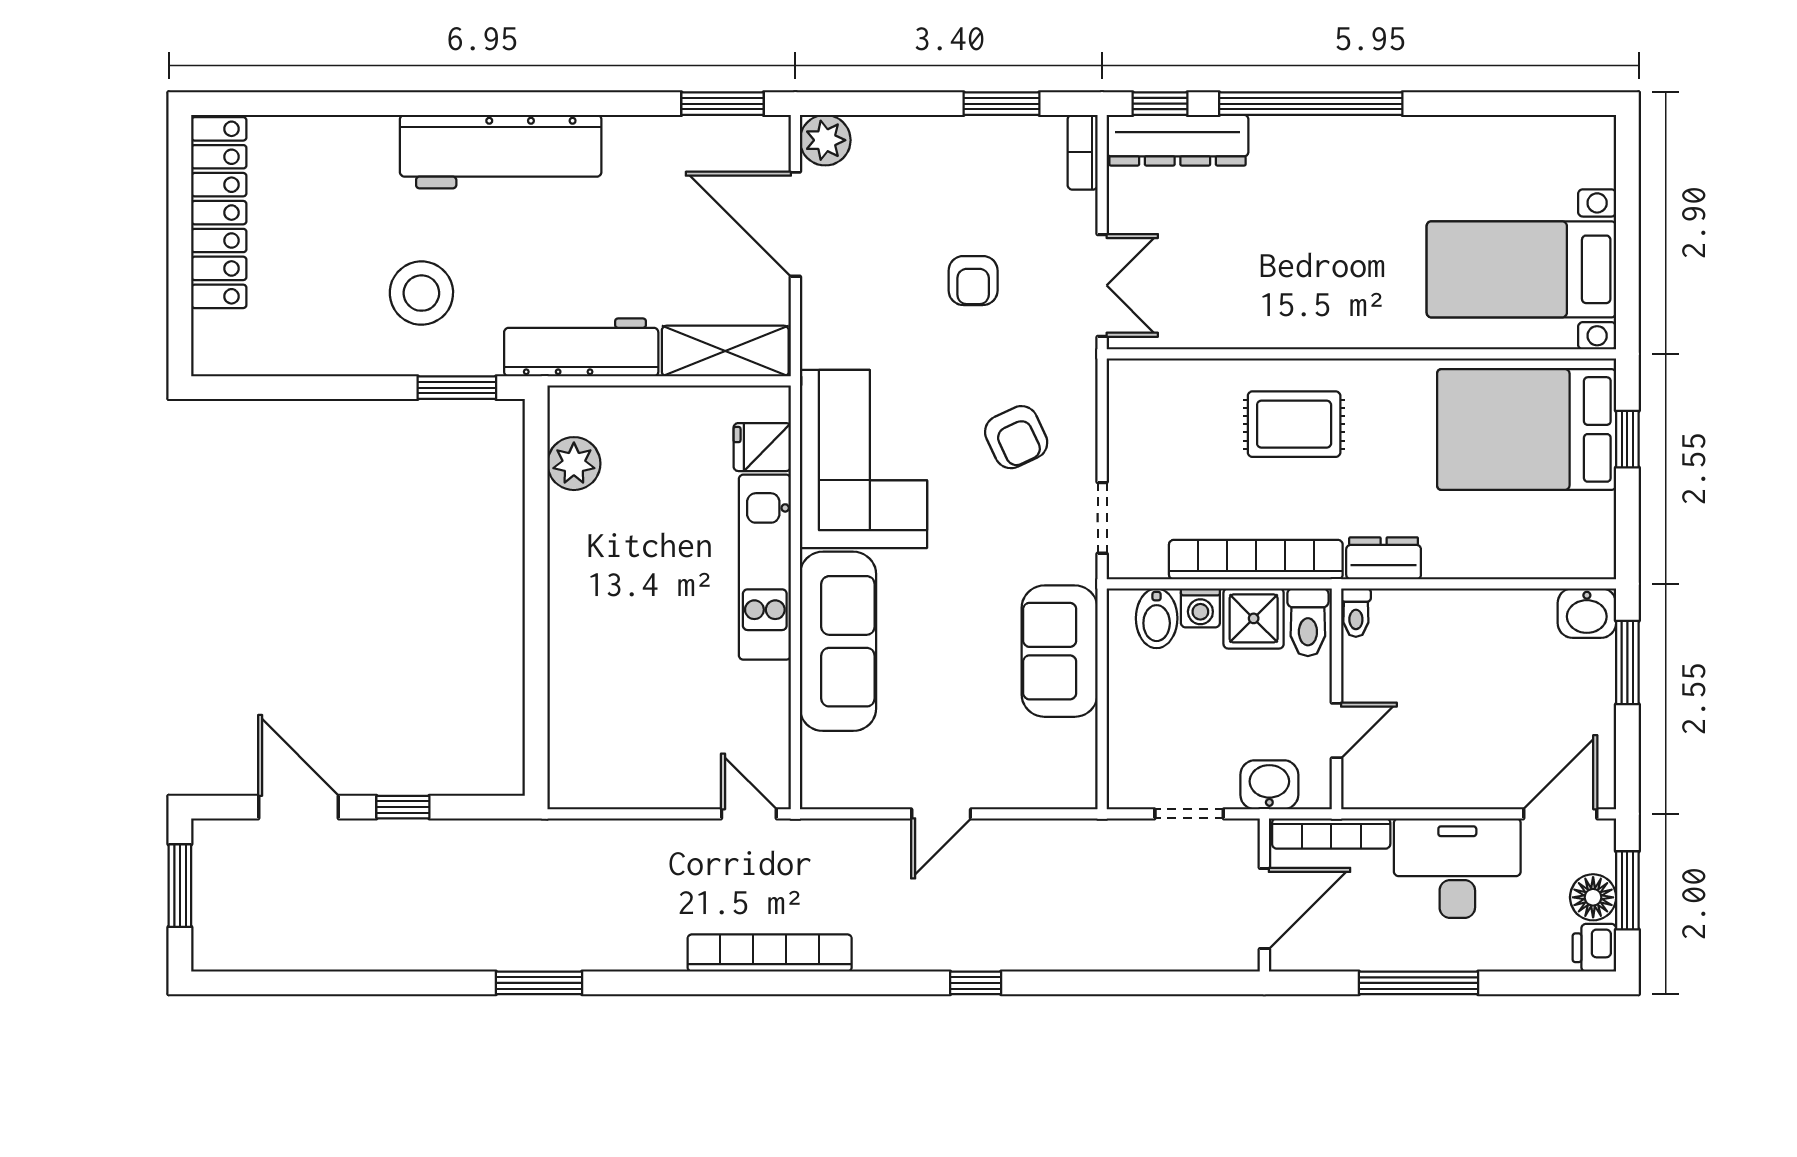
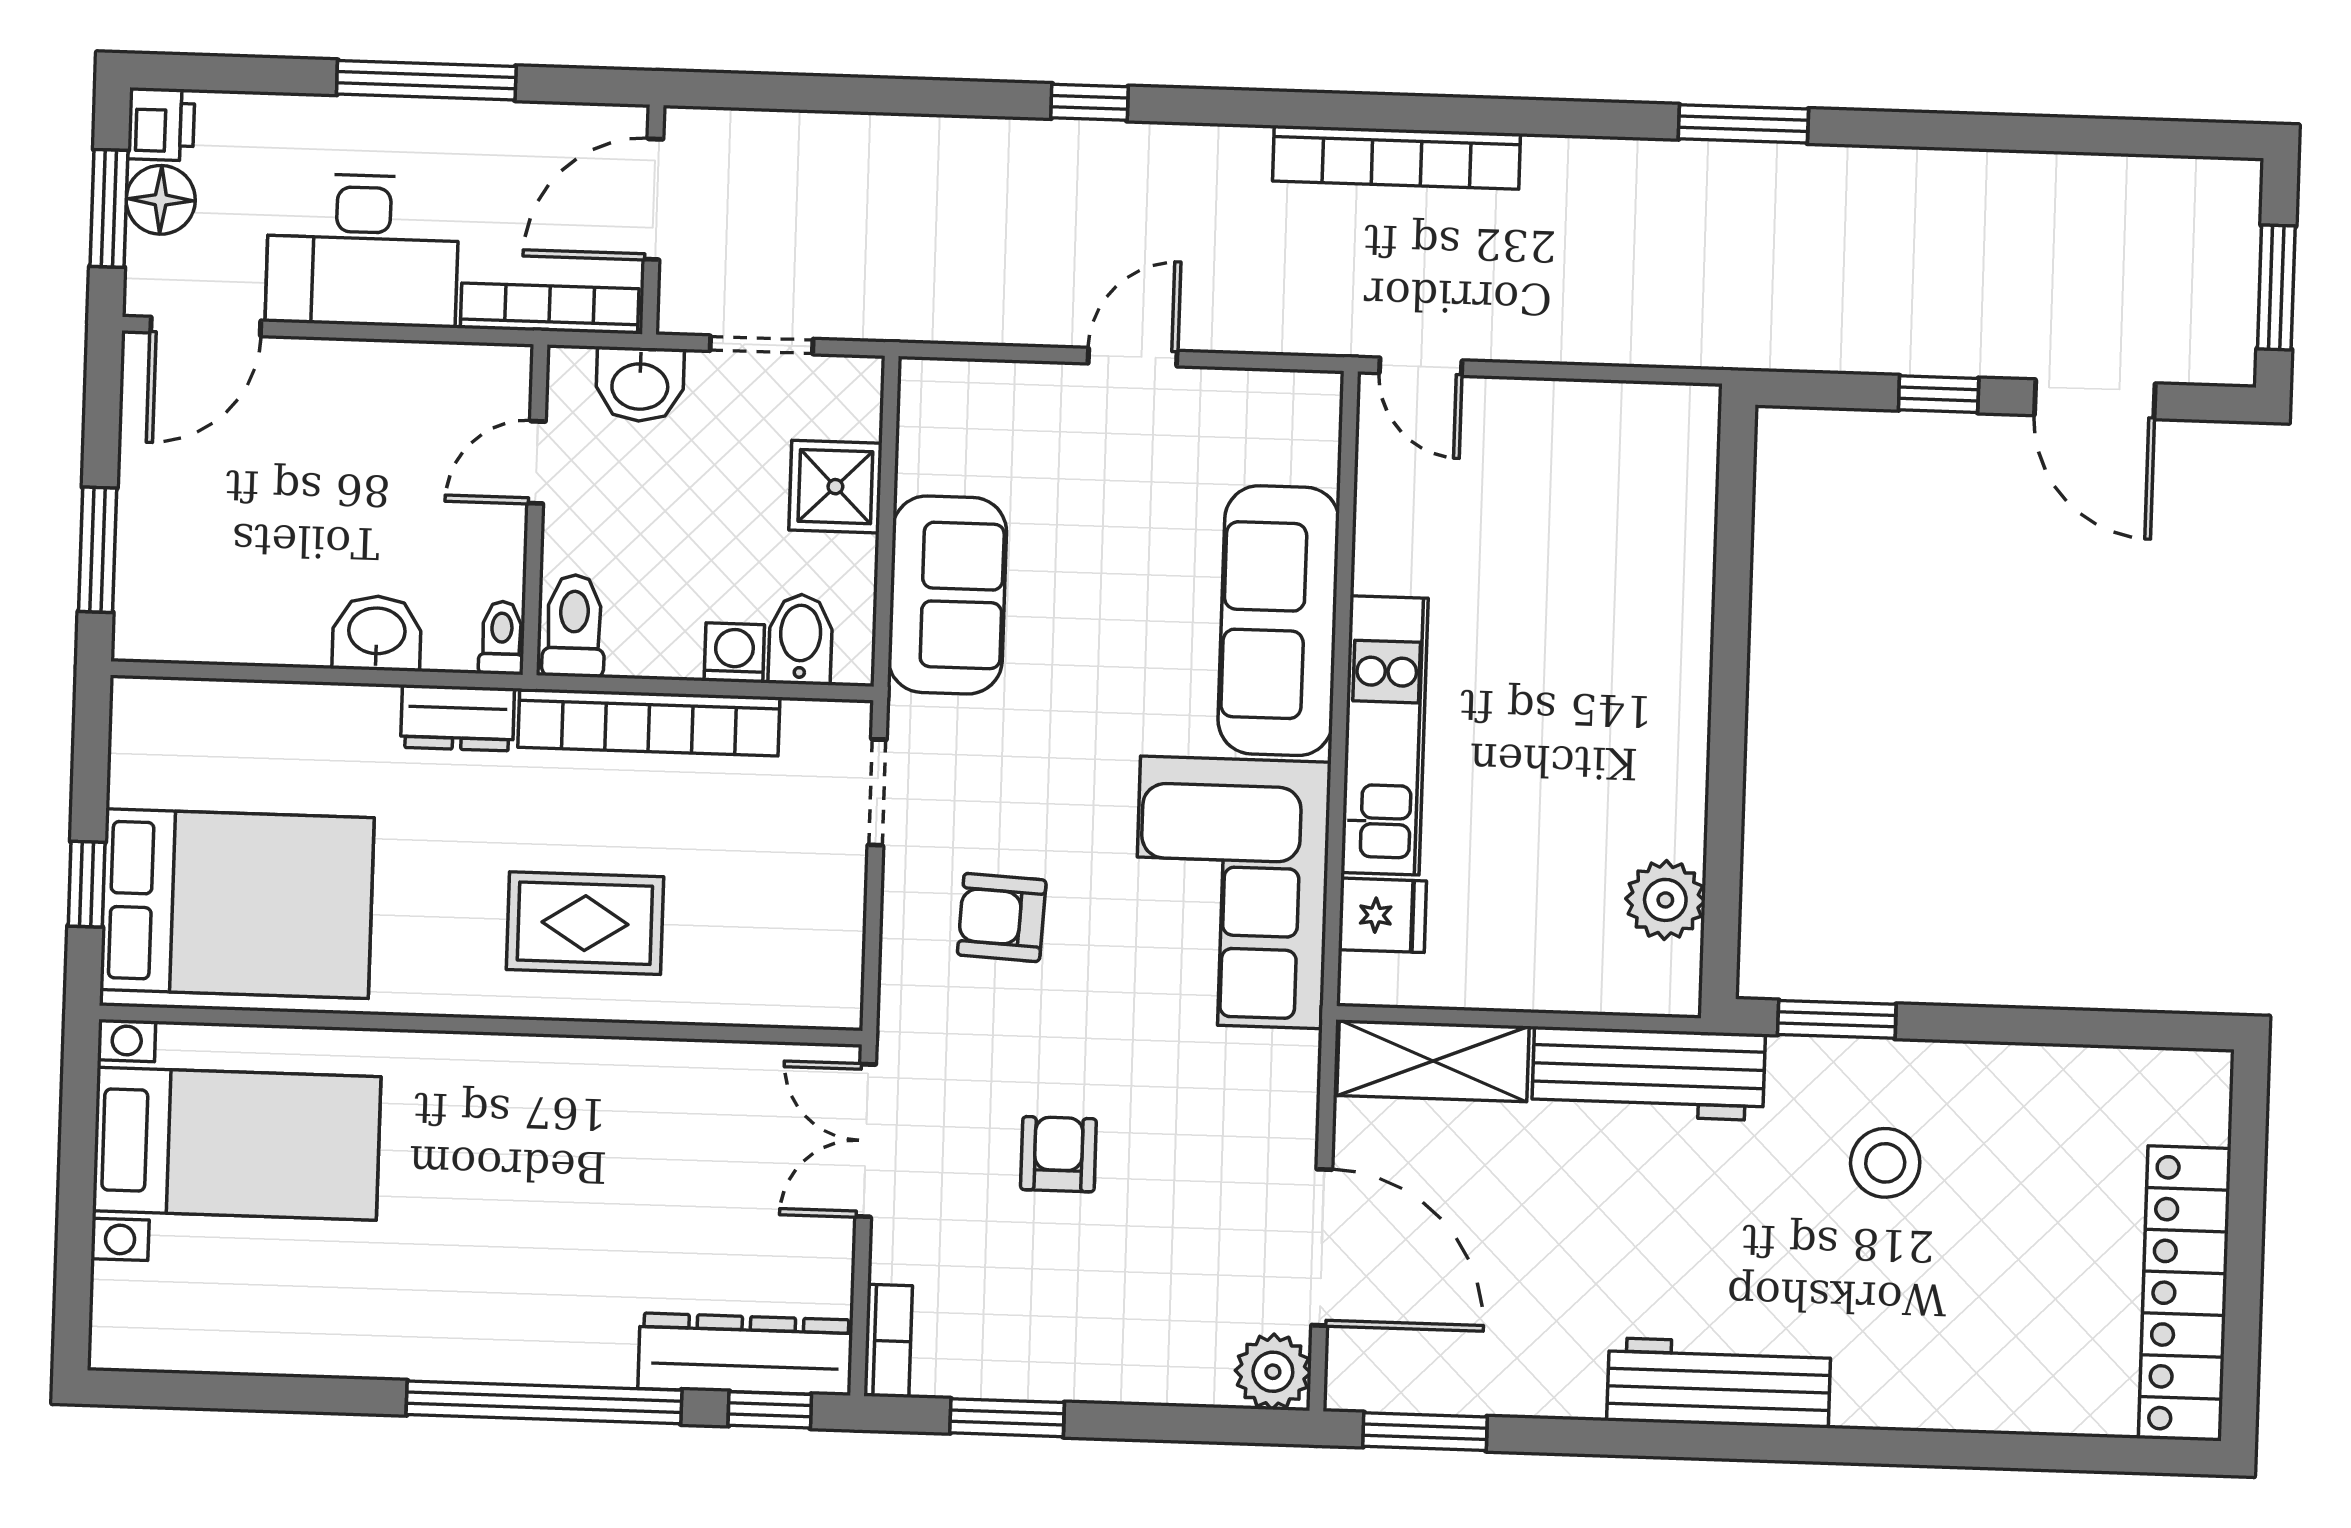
workbench: (501, 152) -> (1719, 1383), width x0.73, depth x0.76
stool: (421, 293) -> (1885, 1163), width x0.73, depth x0.73
armchair: (1016, 437) -> (1002, 918), turned -62
washbasin: (1587, 613) -> (377, 633), moved
shower: (1254, 618) -> (835, 487), moved

